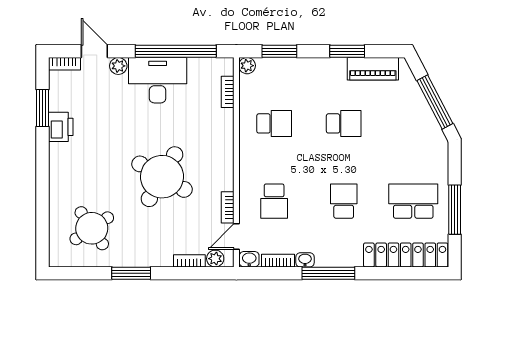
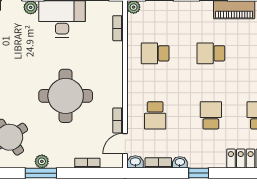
school desk: (274, 123) -> (155, 53), turned 180
school desk: (344, 123) -> (211, 53), turned 180
round table: (162, 177) -> (66, 96), turned -30
plant: (215, 259) -> (42, 161), moved
window: (328, 273) -> (199, 173), width x0.46

